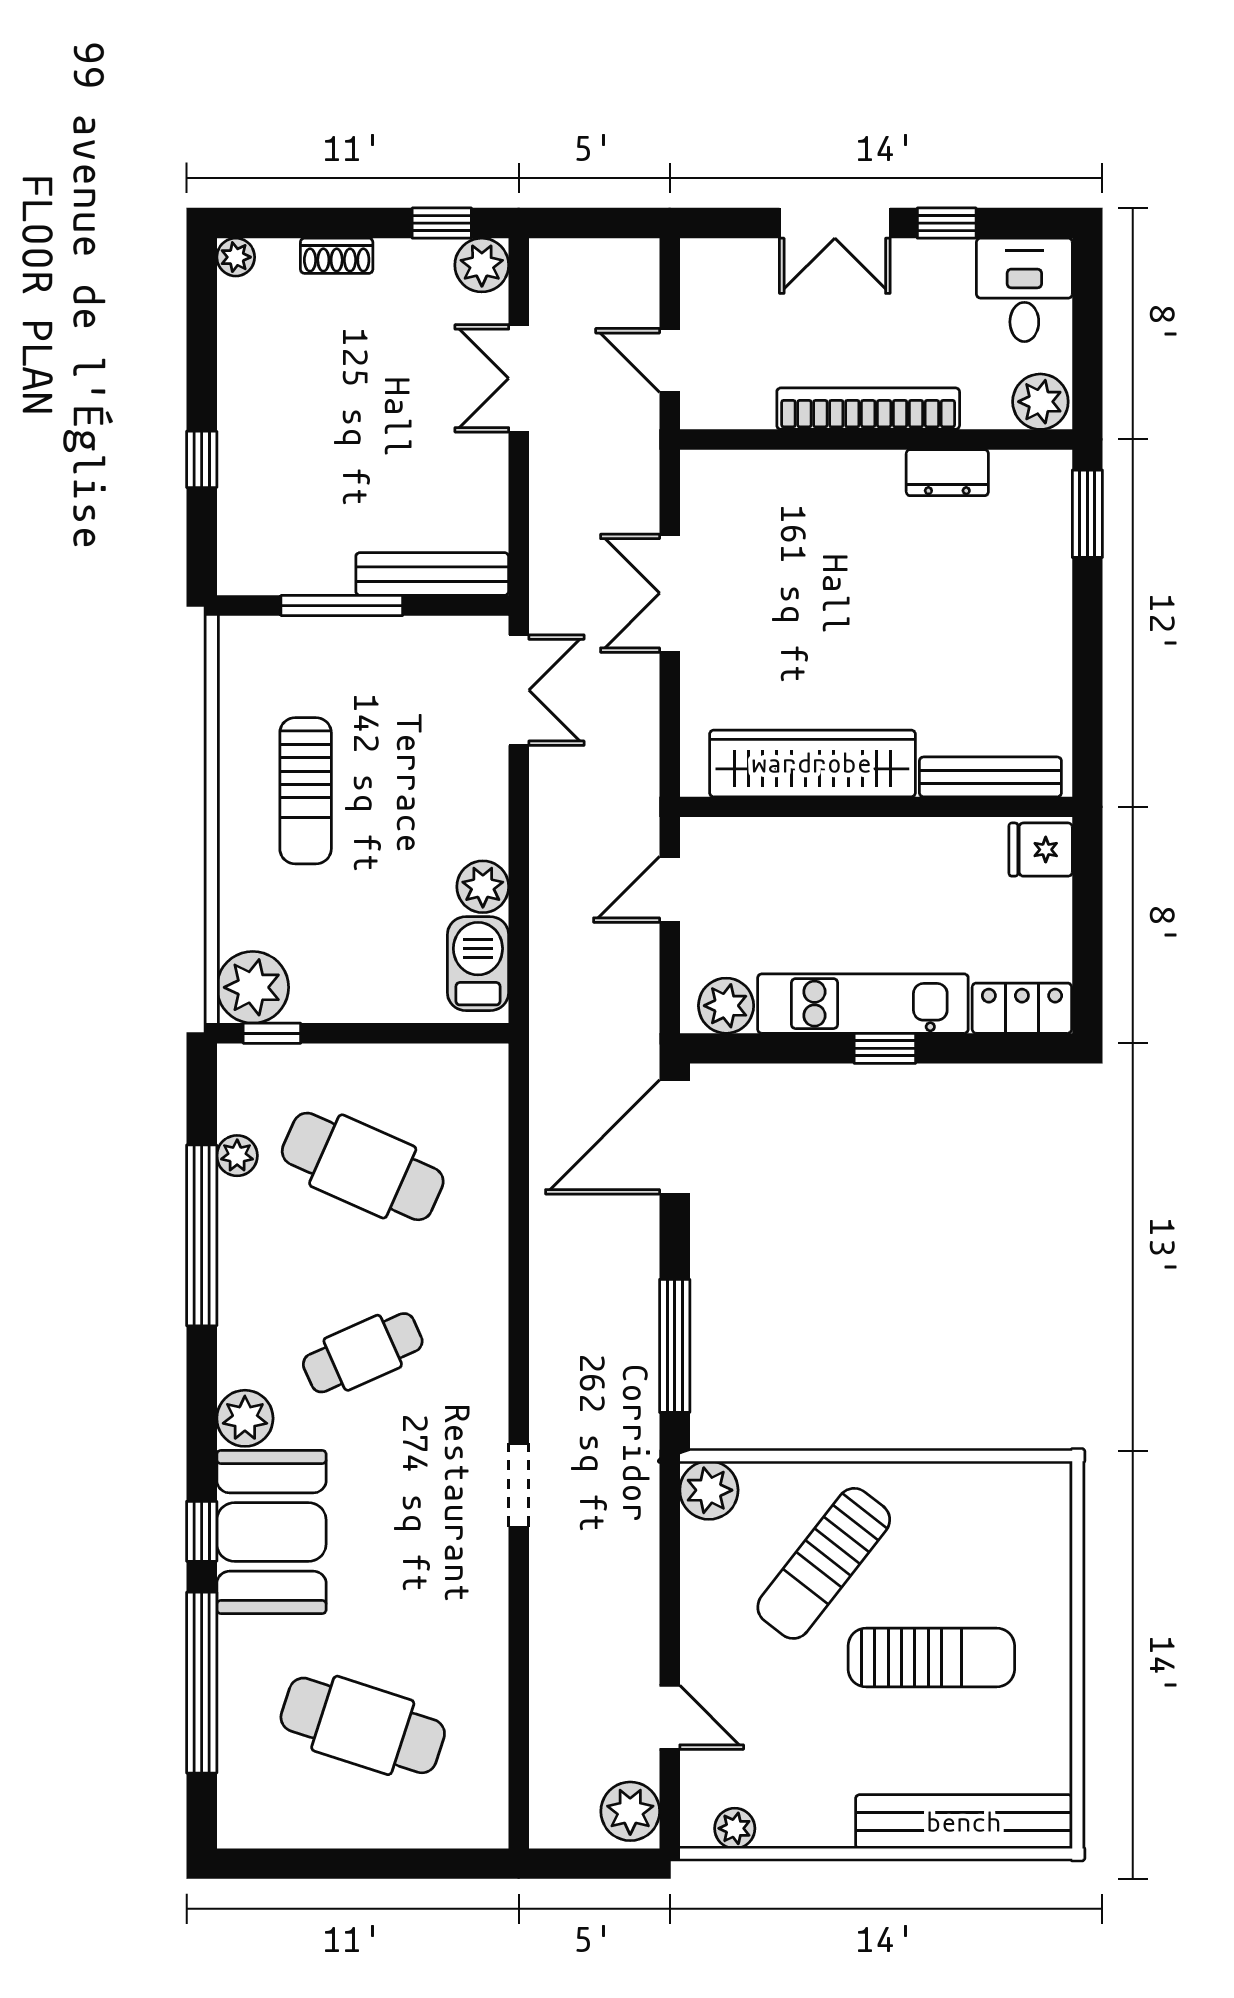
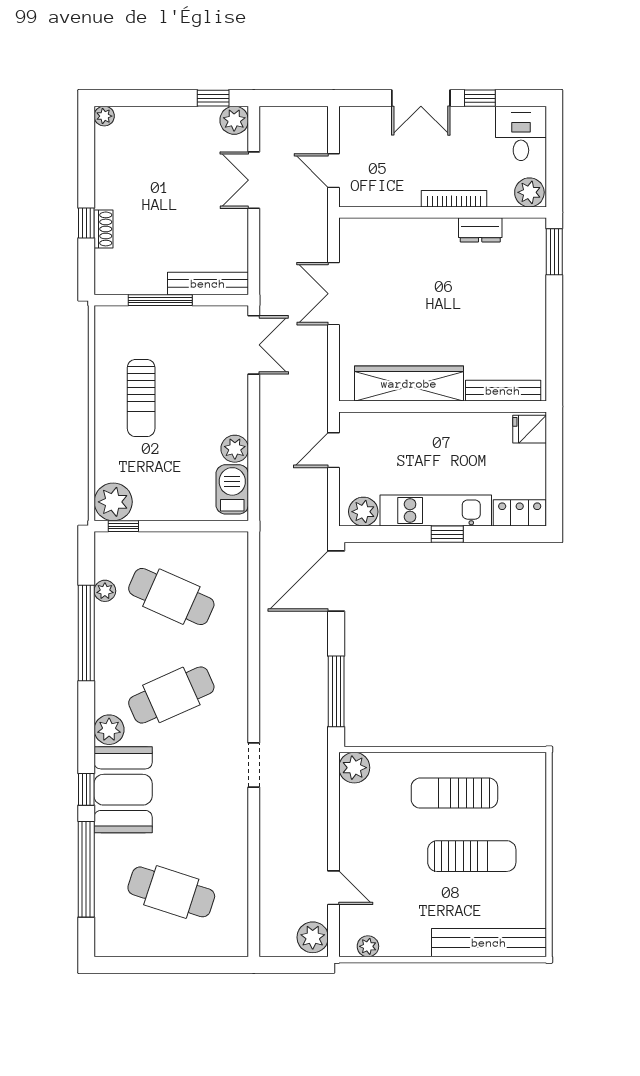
shoe rack: (337, 256) -> (103, 229), moved, turned -90
bookcase: (868, 409) -> (454, 199), width x0.68, depth x0.76
cafe table: (363, 1353) -> (171, 695), width x1.37, depth x1.35
sun lounger: (824, 1563) -> (454, 793), moved, turned 52

